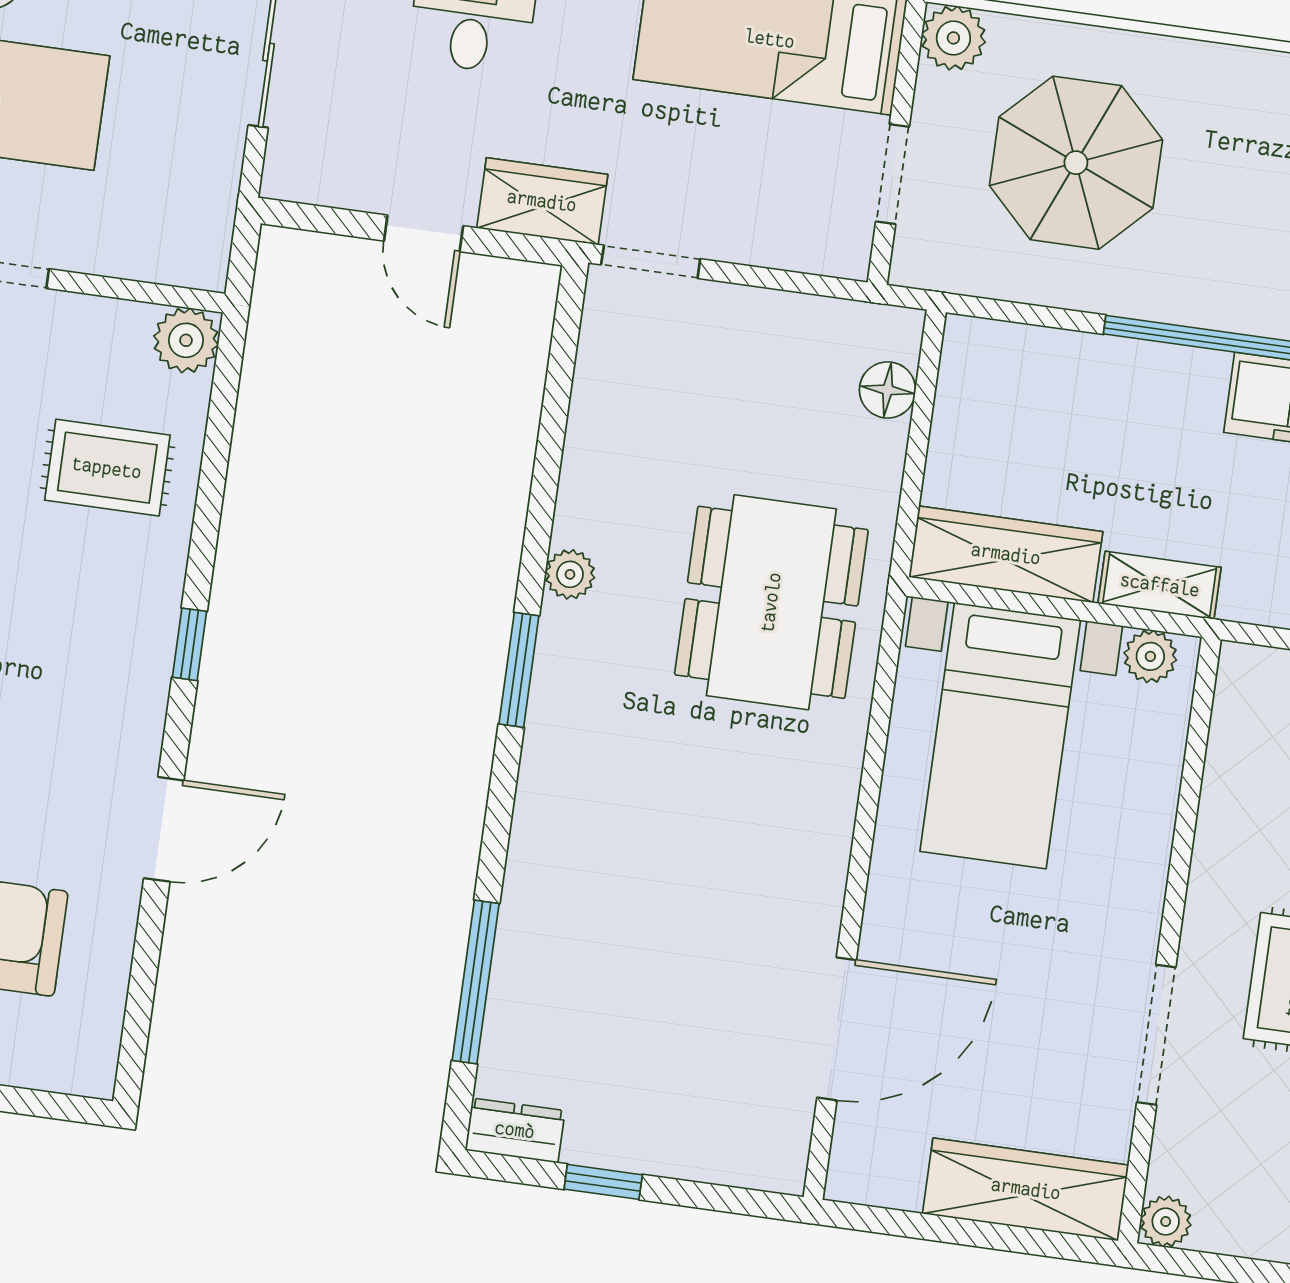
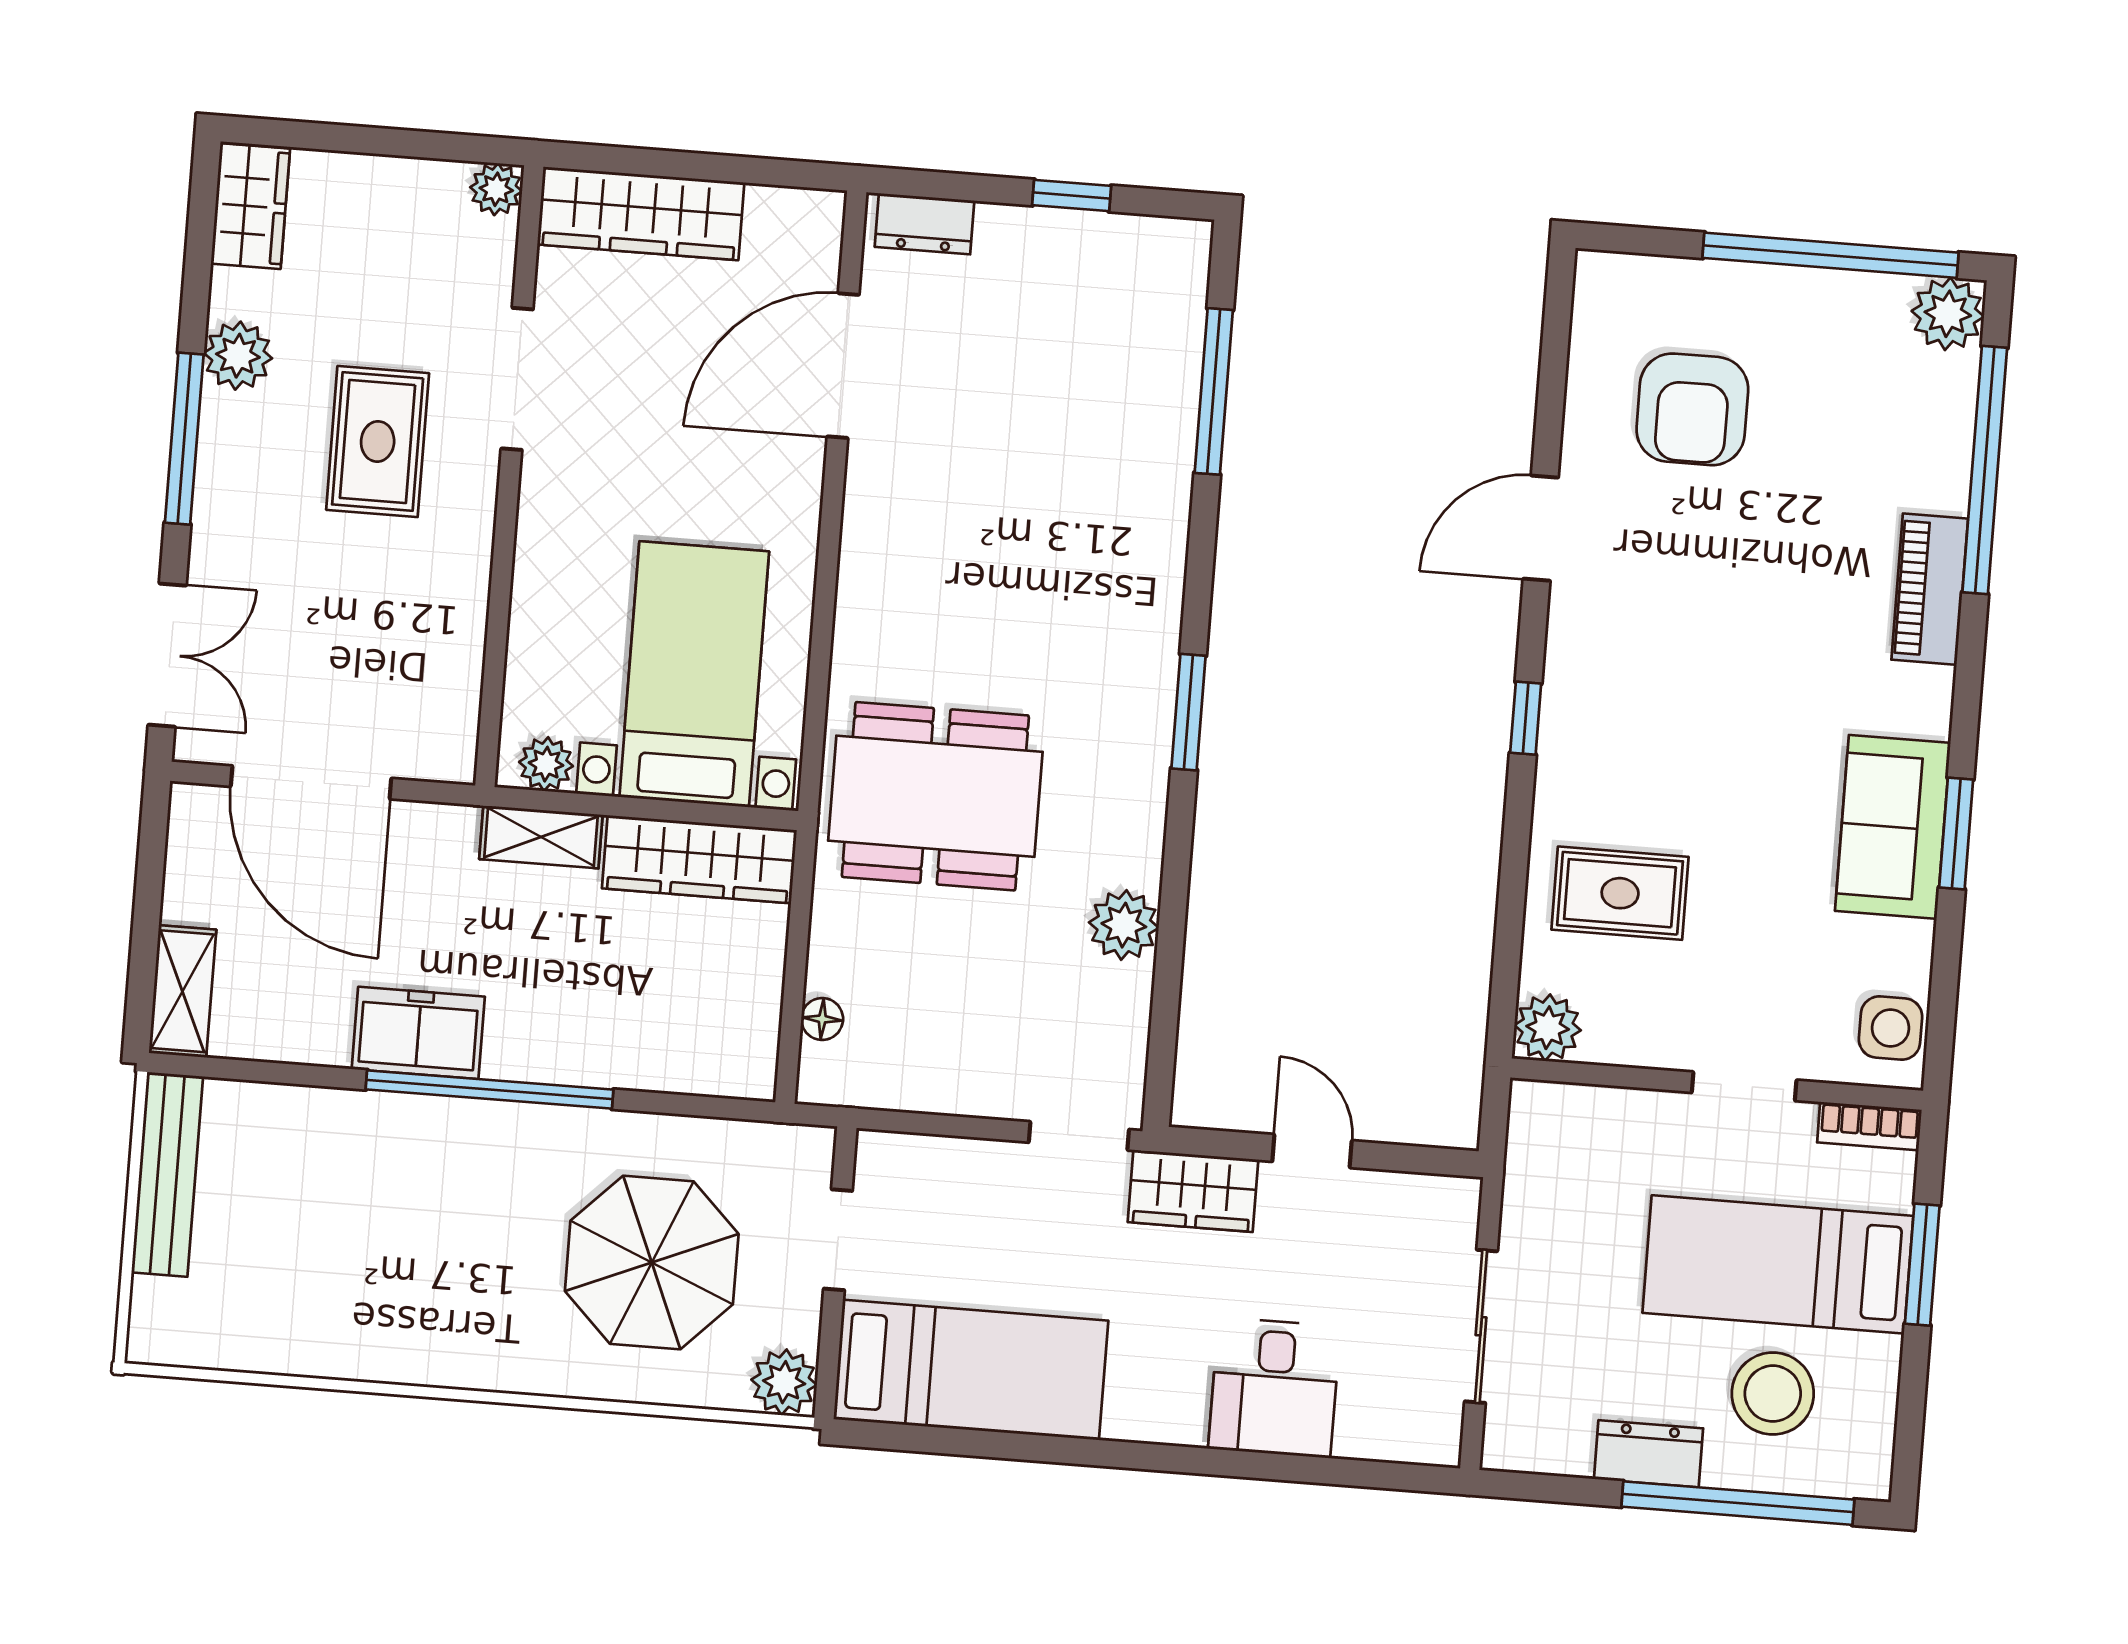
floor lamp: (888, 390) -> (822, 1019), width x0.73, depth x0.73
plant: (570, 574) -> (1124, 925), moved, width x1.38, depth x1.38
dining table: (771, 602) -> (935, 796), turned 90
dresser: (515, 1130) -> (925, 224), moved

